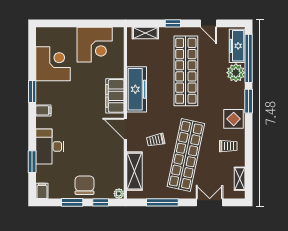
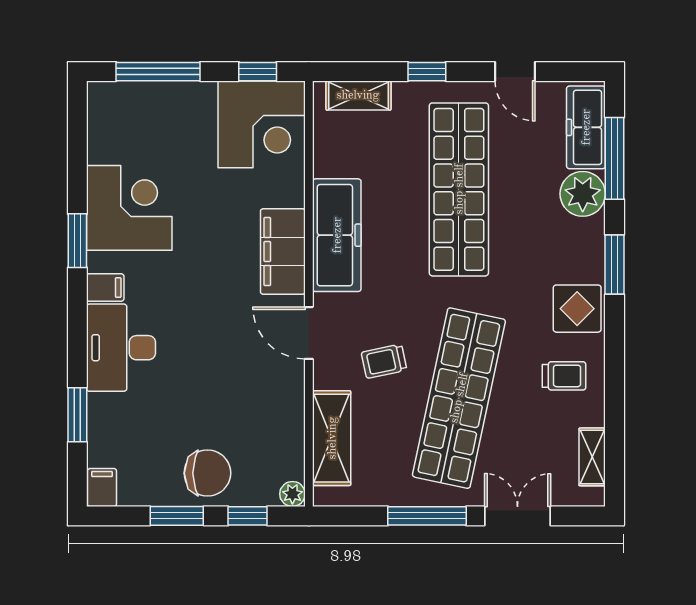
window: (65, 23) -> (158, 72), added
window: (105, 23) -> (258, 72), added
corner desk: (95, 45) -> (262, 124), moved
window: (249, 58) -> (615, 158), width x0.68
corner desk: (53, 64) -> (129, 208), moved
desk: (50, 147) -> (121, 348), moved
chair: (85, 185) -> (207, 473), turned 90
window: (162, 202) -> (427, 516), moved

